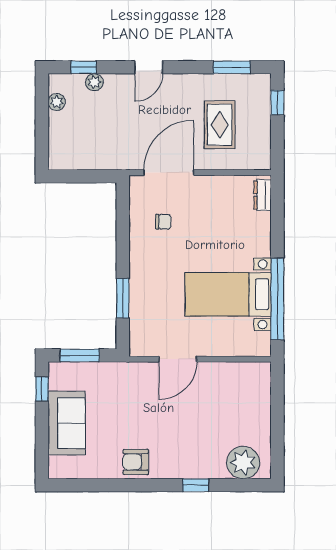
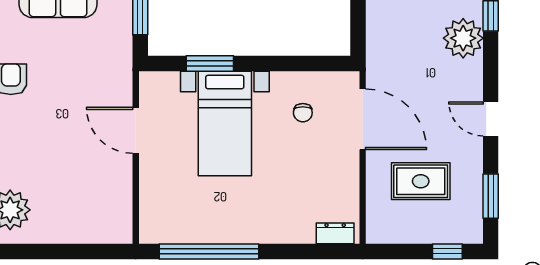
door: (149, 67) -> (491, 119), moved
plant: (94, 82) -> (463, 38), width x1.87, depth x1.87
bed with nightstands: (228, 294) -> (225, 123), moved, turned 180

